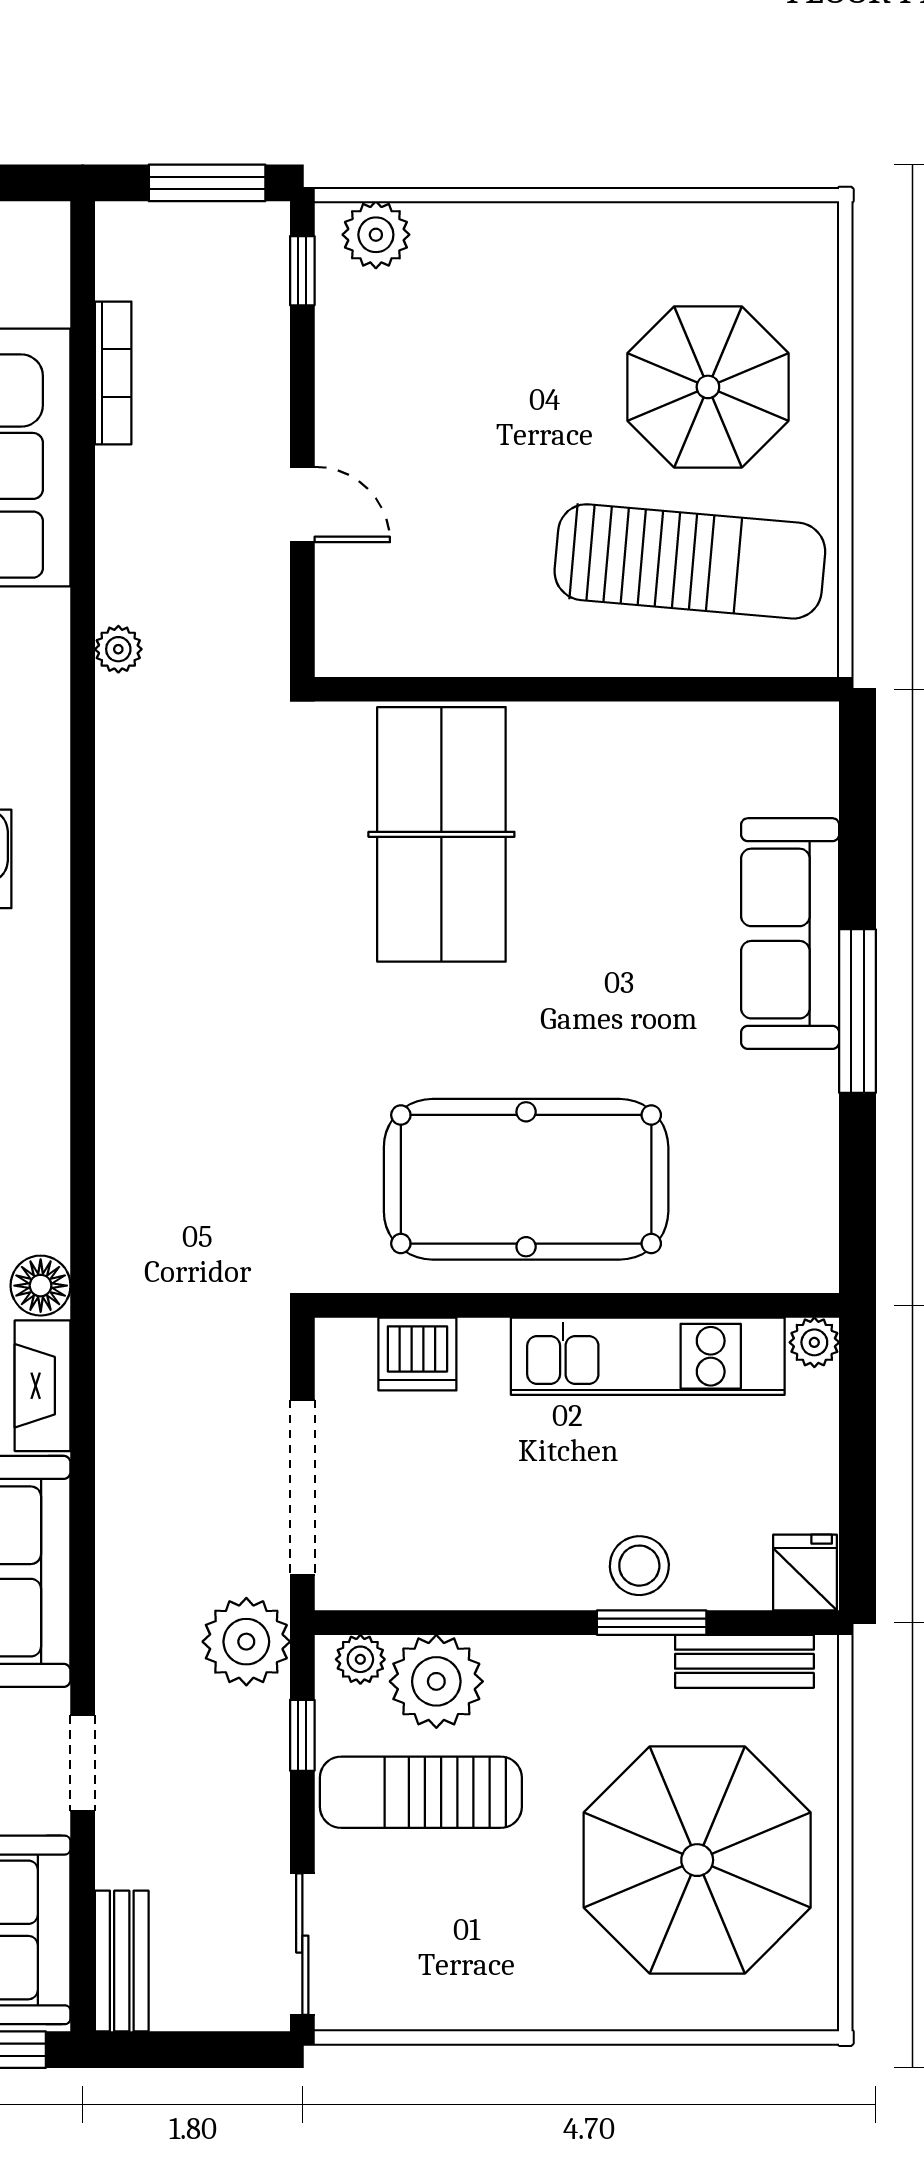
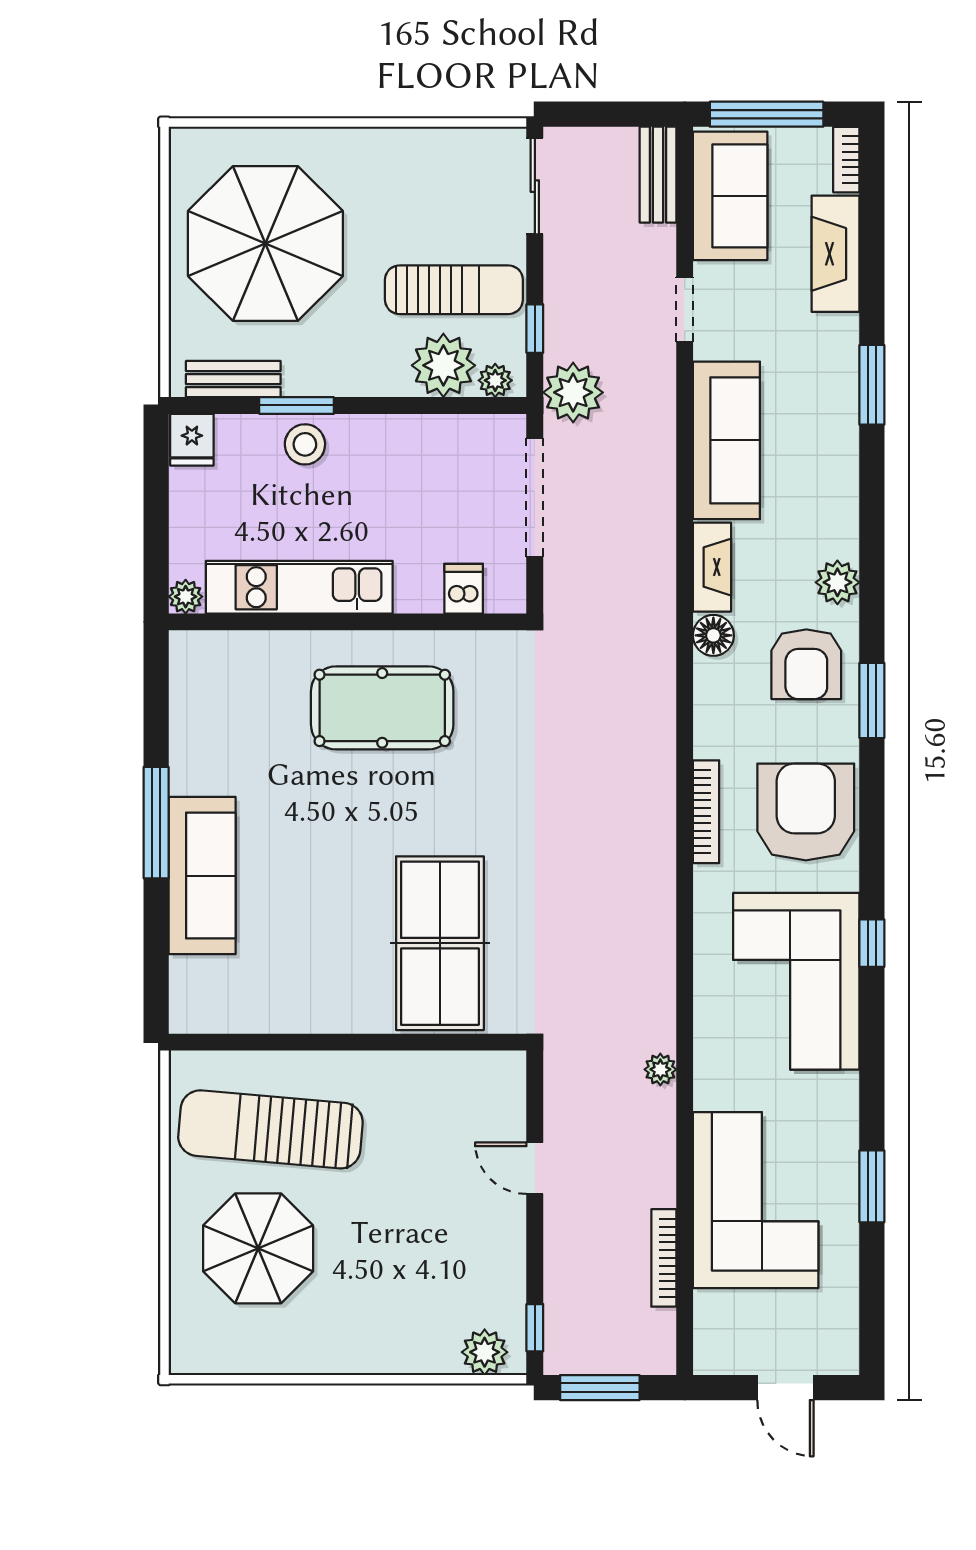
bookcase: (51, 1027) -> (706, 812), added
pool table: (526, 1179) -> (382, 708), width x0.73, depth x0.76
dishwasher: (417, 1354) -> (464, 589), width x0.73

